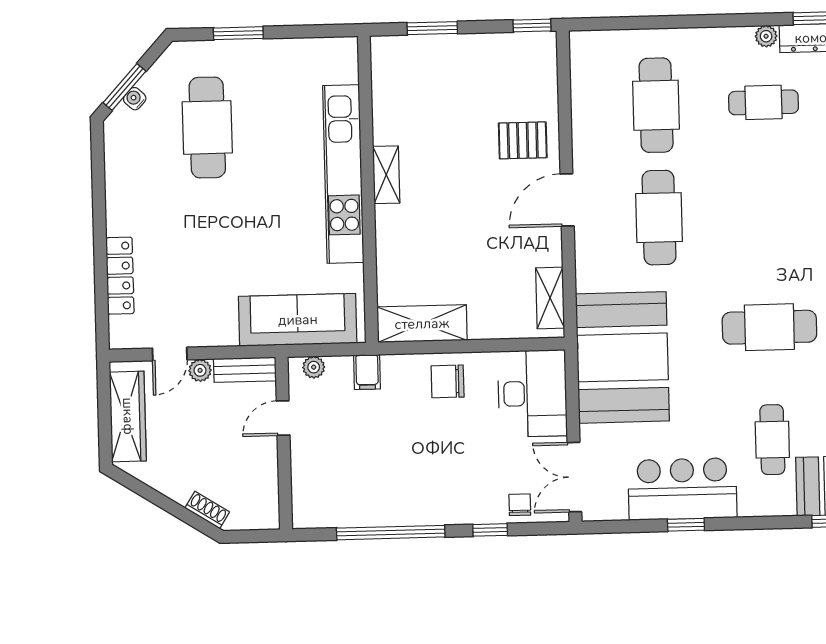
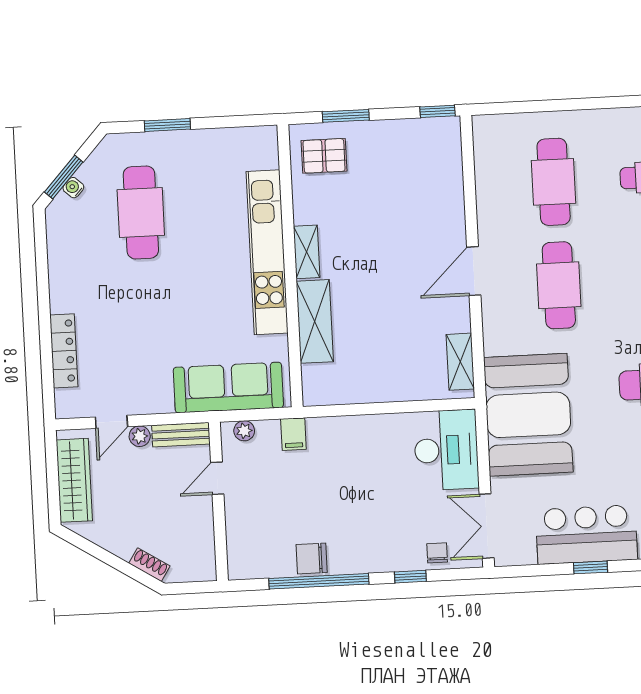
pallet: (523, 140) -> (324, 156), moved
shelving: (422, 324) -> (315, 321), moved, turned 90
chair: (448, 381) -> (312, 559), moved

